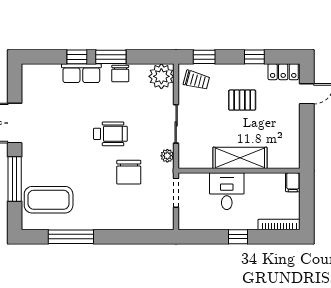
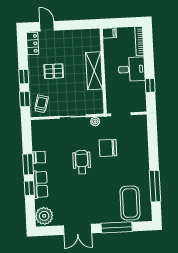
window: (254, 57) -> (24, 77), moved
plant: (161, 76) -> (44, 216), moved
pallet: (242, 100) -> (54, 71), turned 90
chair: (129, 172) -> (108, 148), turned 180
desk: (227, 191) -> (132, 69), moved, turned 180
window: (238, 237) -> (150, 85), moved

